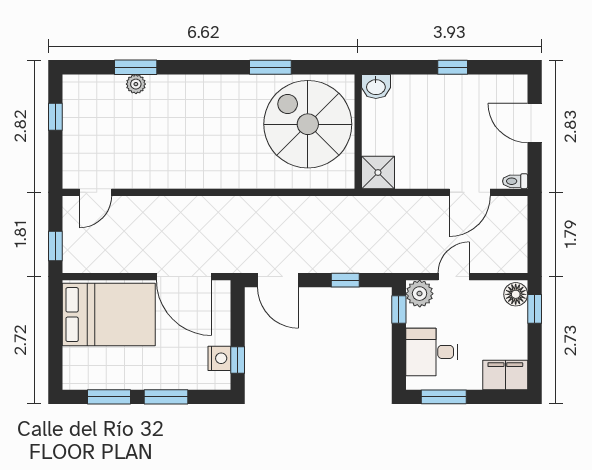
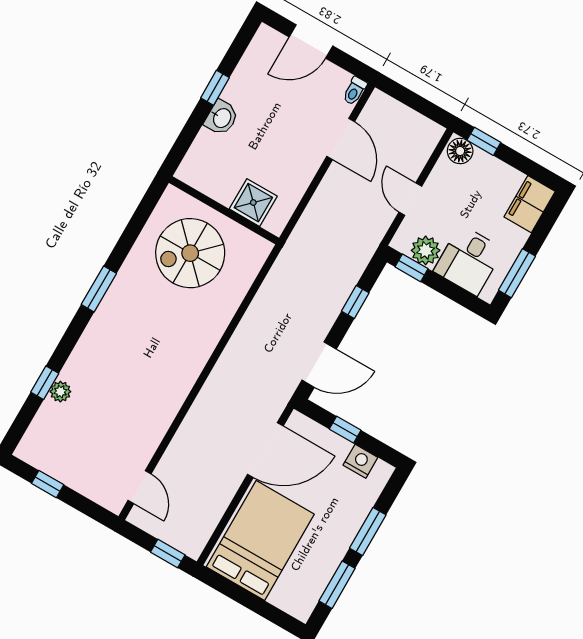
window: (136, 67) -> (45, 383), width x0.67
window: (270, 67) -> (99, 289), moved
washbasin: (376, 86) -> (221, 118), moved
spiral stairs: (308, 124) -> (190, 253), width x0.73, depth x0.73
shower: (378, 172) -> (253, 203), moved
plant: (420, 294) -> (426, 250), moved
window: (238, 360) -> (345, 430), moved

